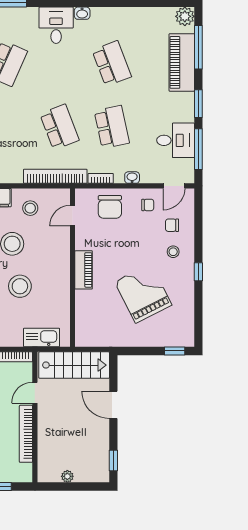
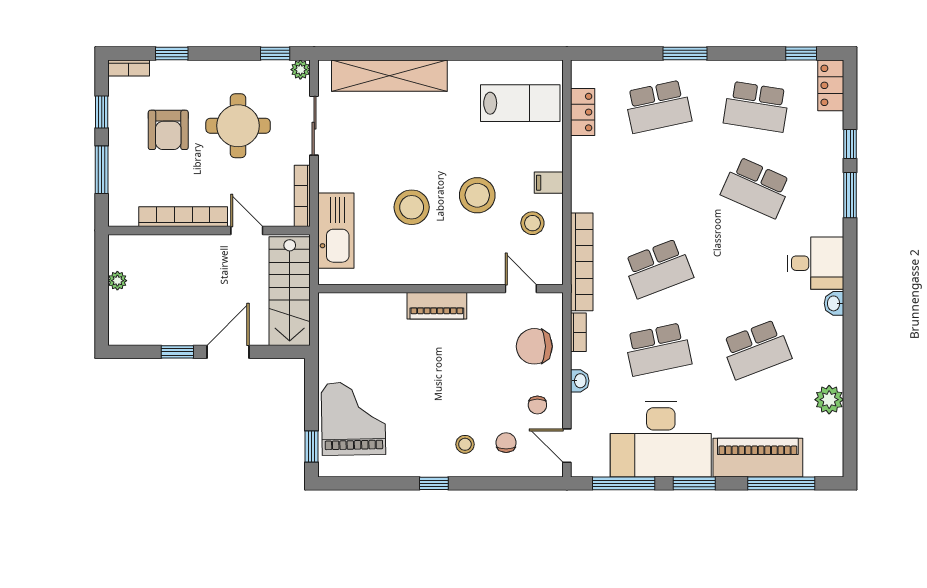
plant: (185, 16) -> (829, 400), moved
desk: (176, 140) -> (661, 439), width x1.87, depth x1.30
grand piano: (143, 293) -> (353, 419), moved, turned -64
kitchen sink: (42, 337) -> (336, 231), width x1.36, depth x1.24
window: (113, 460) -> (177, 352), moved

